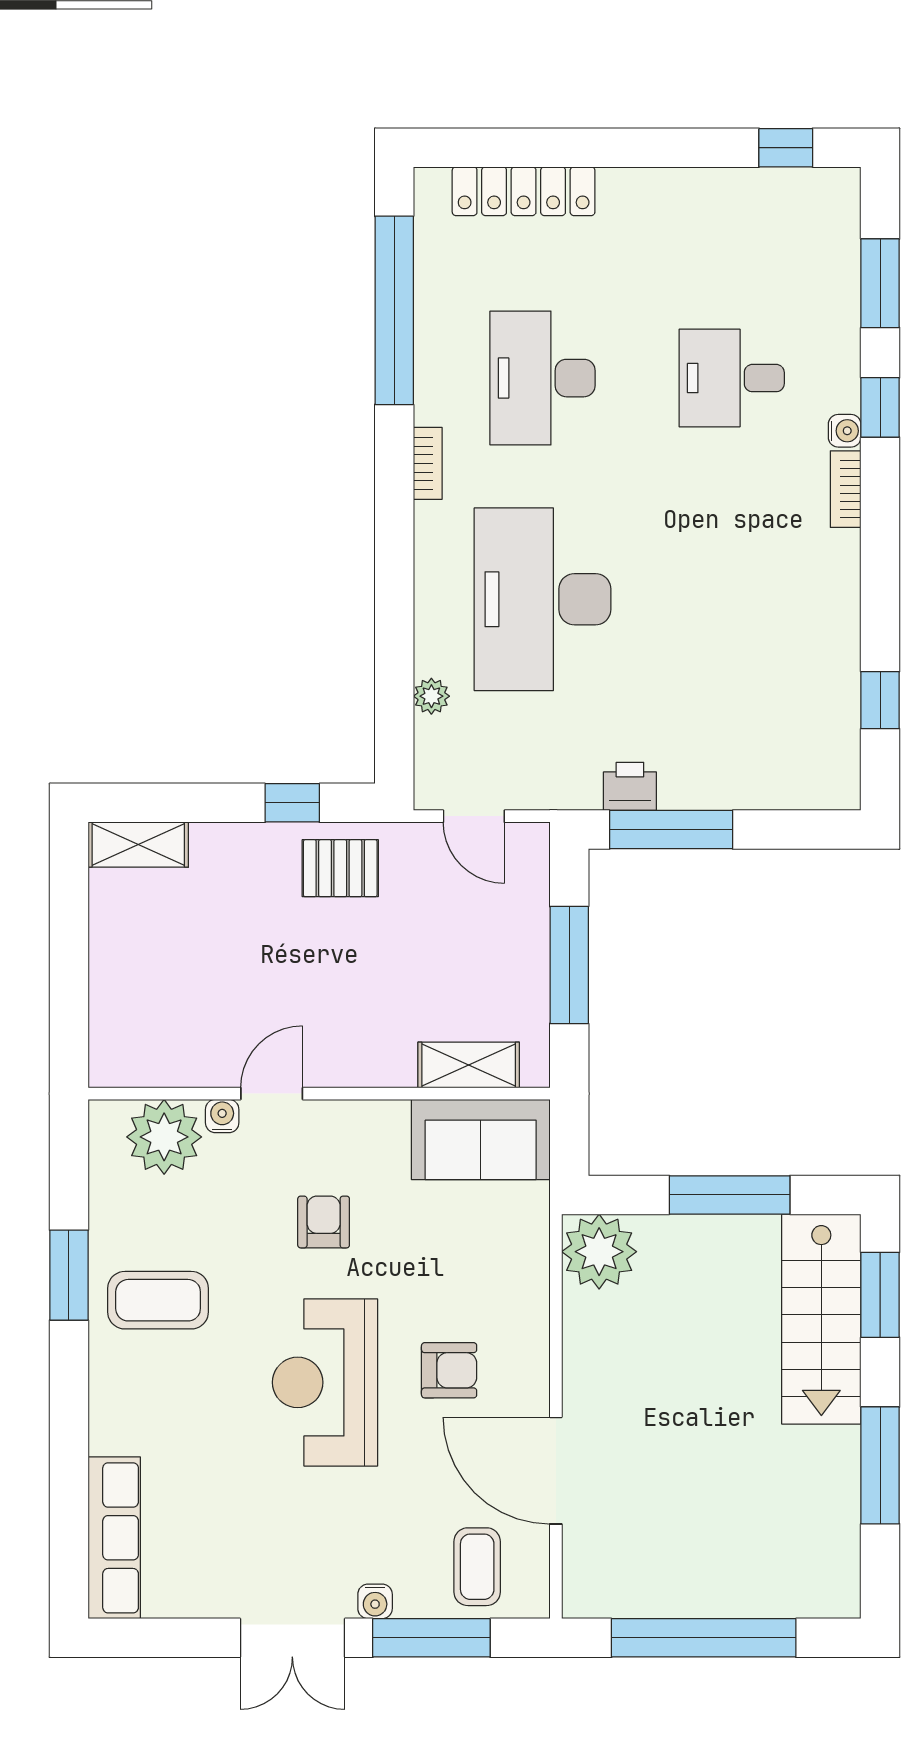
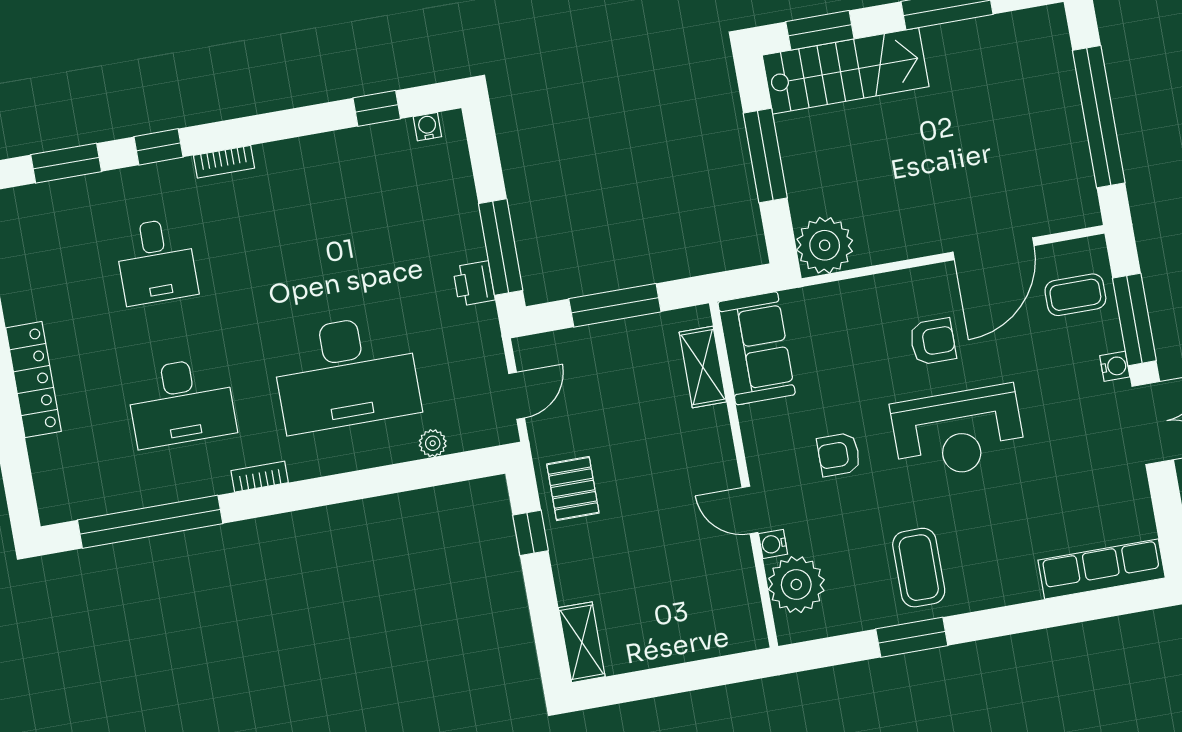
locker: (524, 191) -> (33, 380), moved
water cooler: (845, 431) -> (427, 127), moved
armchair: (449, 1370) -> (933, 341), turned 90

